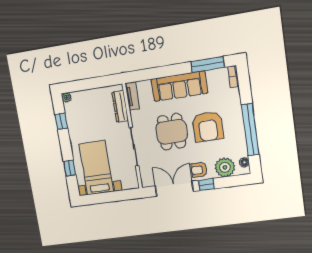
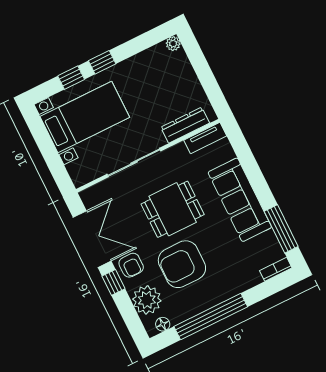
window: (61, 121) -> (102, 62), moved
armchair: (208, 127) -> (182, 264), moved
armchair: (199, 170) -> (131, 265), turned 180

